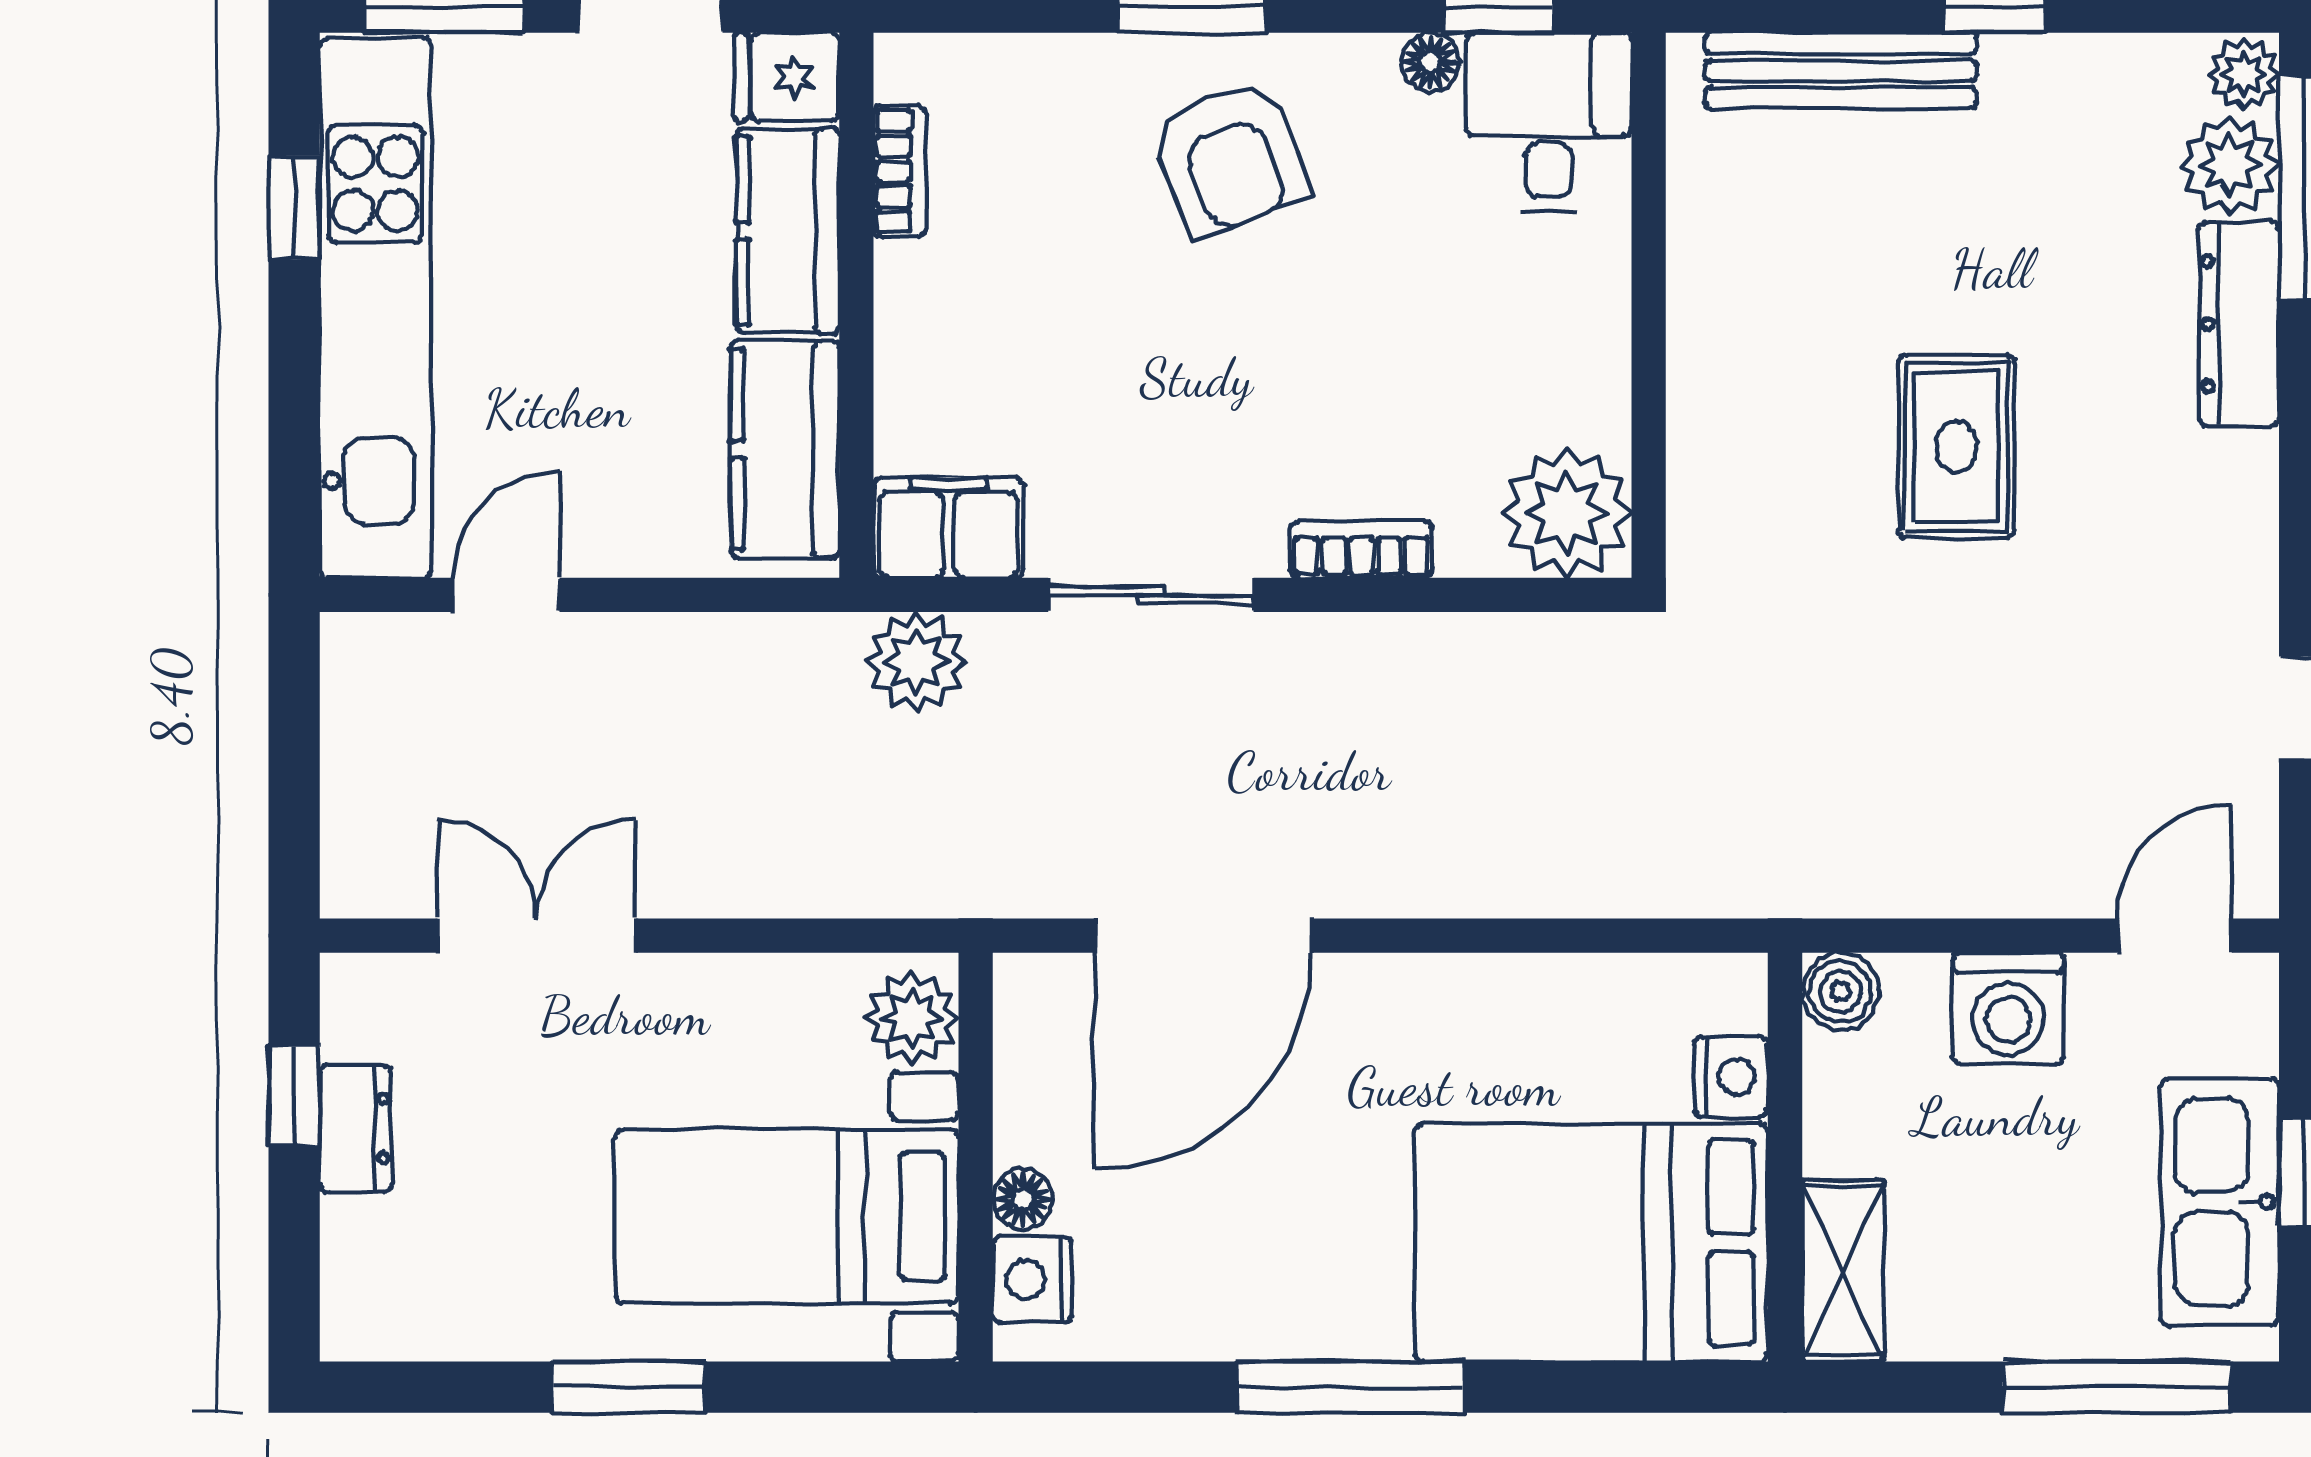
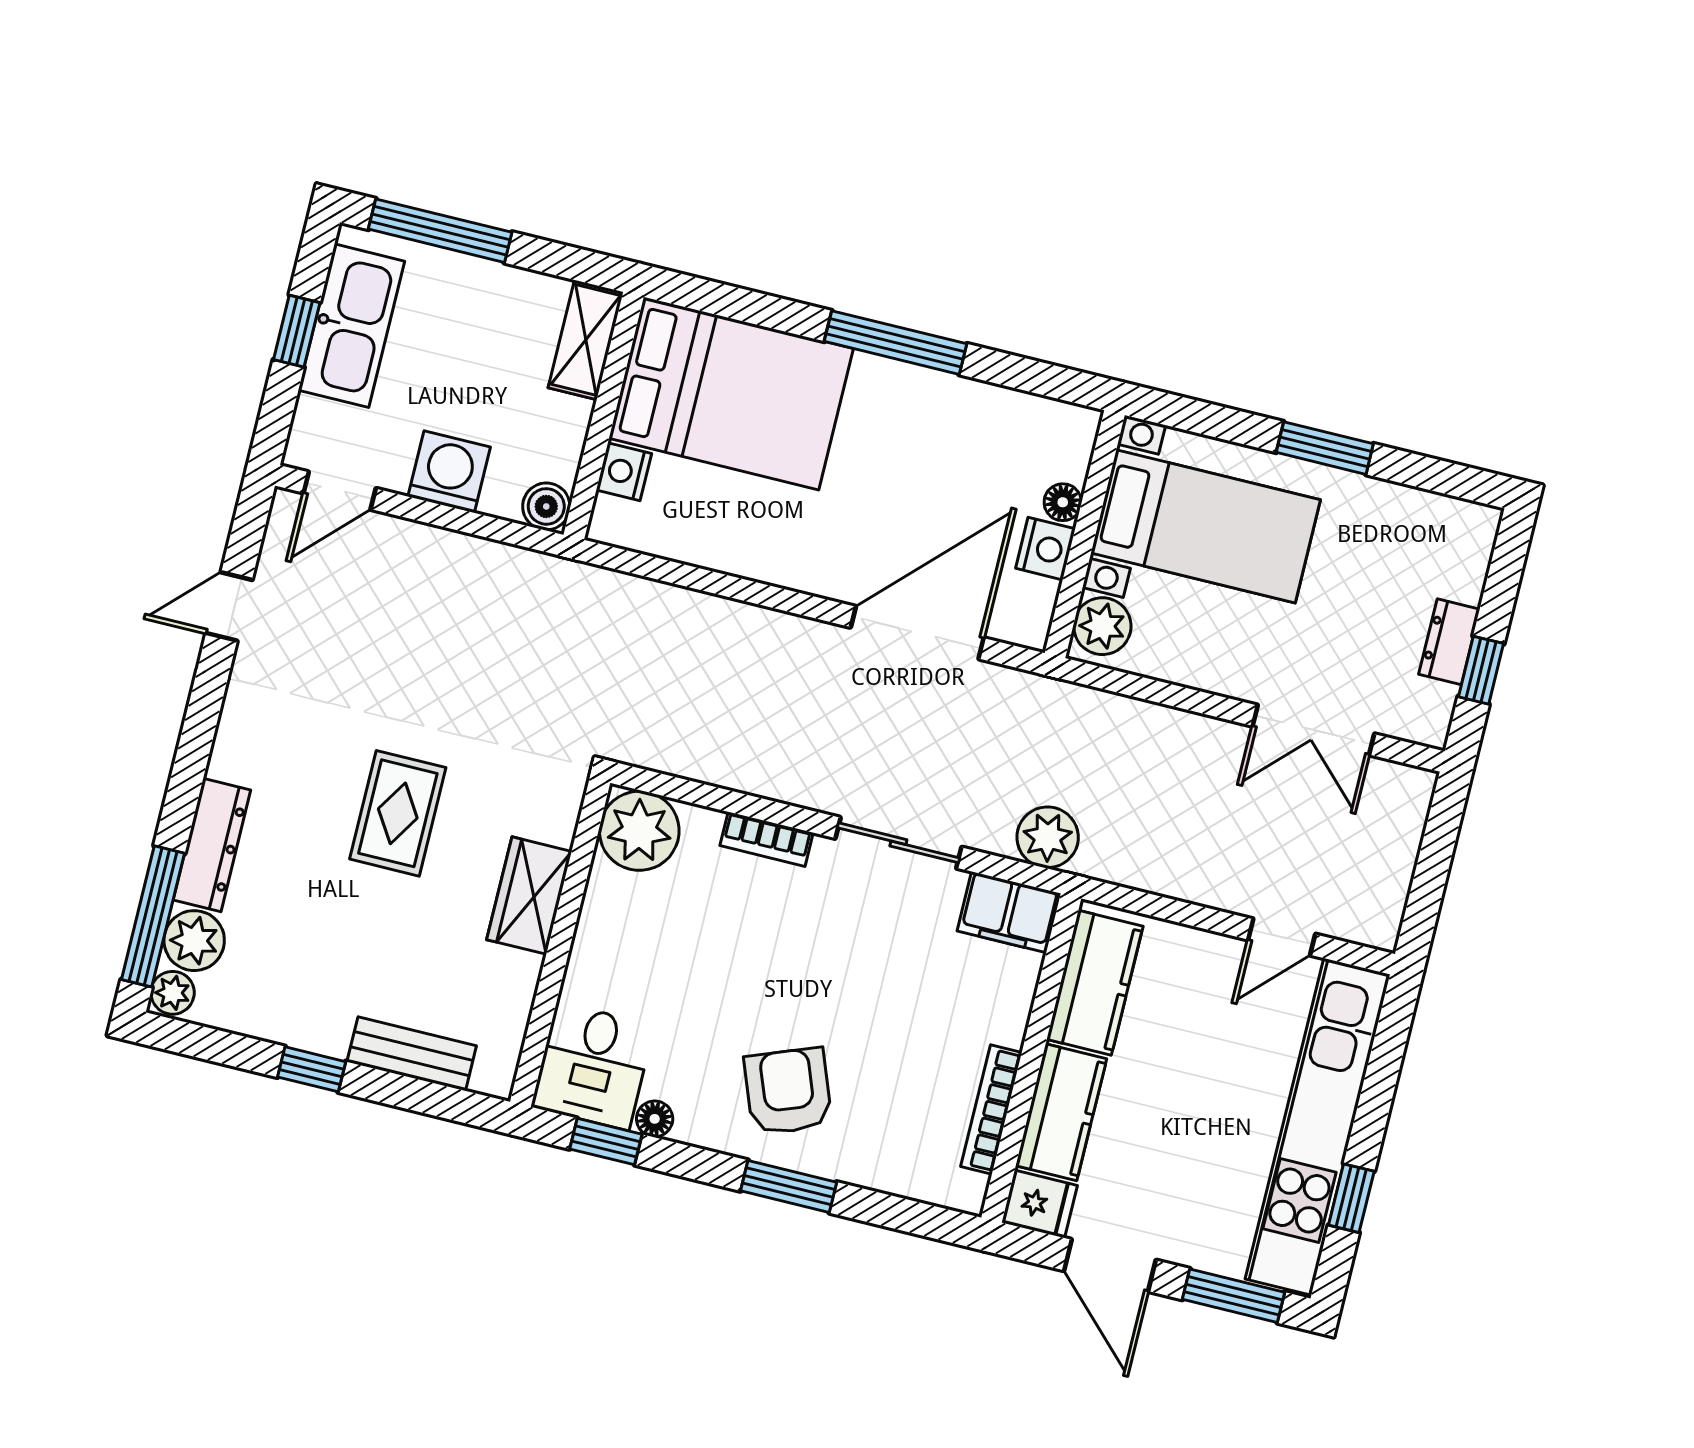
bench: (1841, 71) -> (412, 1054), width x0.73
bookcase: (900, 171) -> (991, 1110), width x1.56
wardrobe: (1716, 367) -> (529, 896), added
nightstand: (1032, 1279) -> (1045, 549), moved

